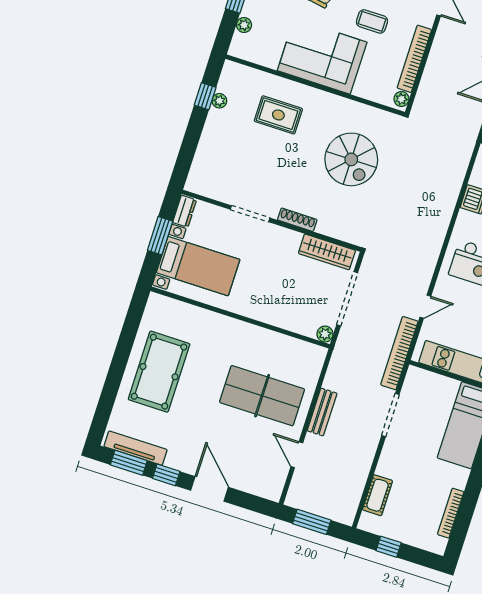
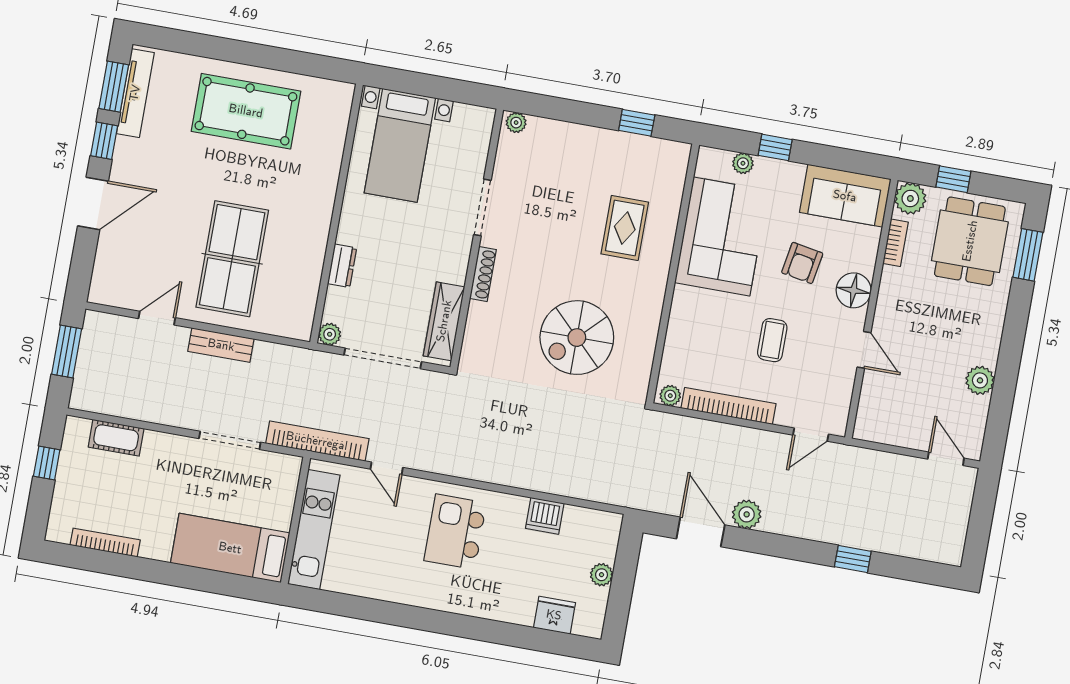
corner sofa: (322, 56) -> (721, 237), moved
plant: (219, 101) -> (516, 123), moved
dresser: (185, 211) -> (342, 266), moved, turned -90
window: (160, 236) -> (435, 87), removed

